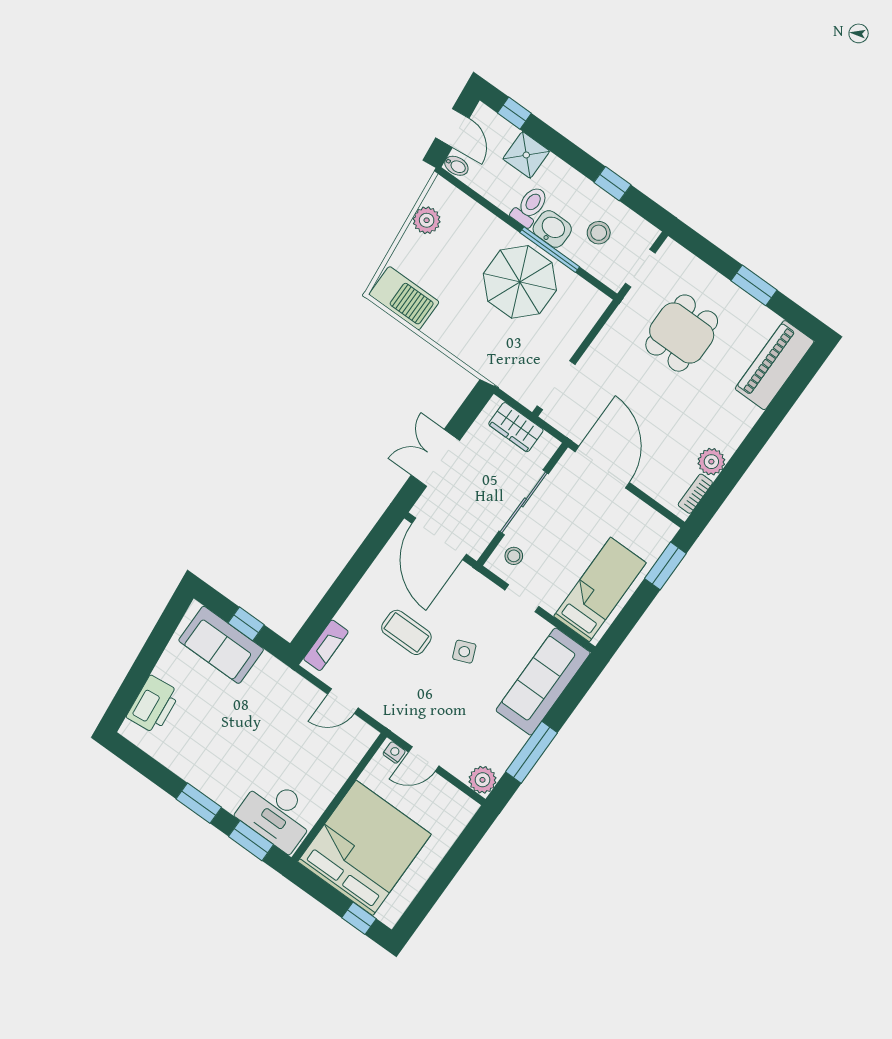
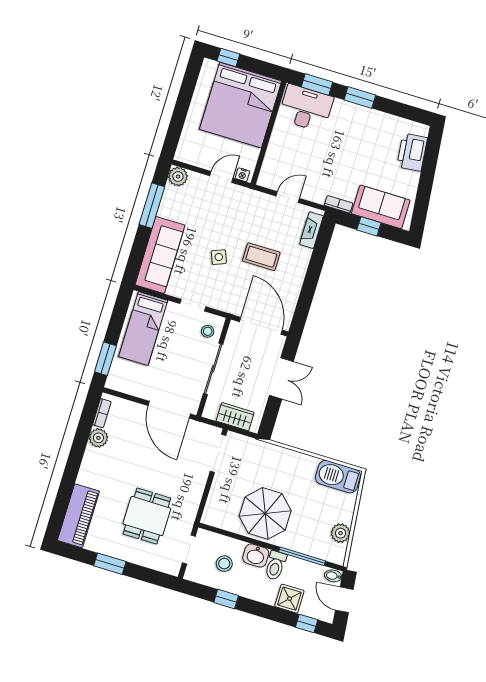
window: (550, 250) -> (302, 556), moved
bookcase: (277, 668) -> (339, 204), added

